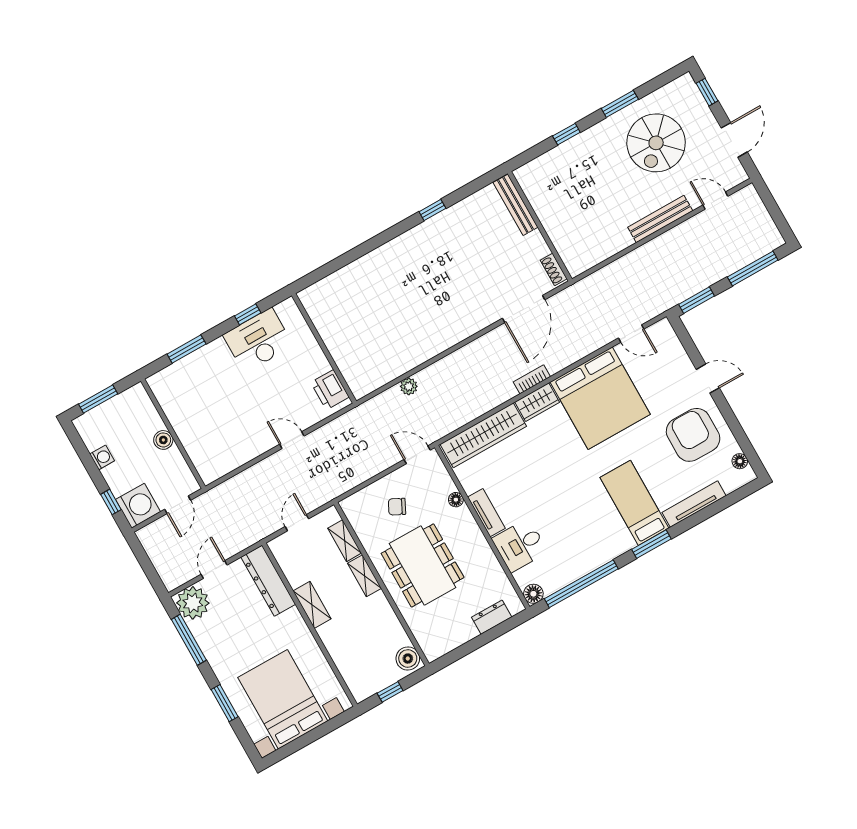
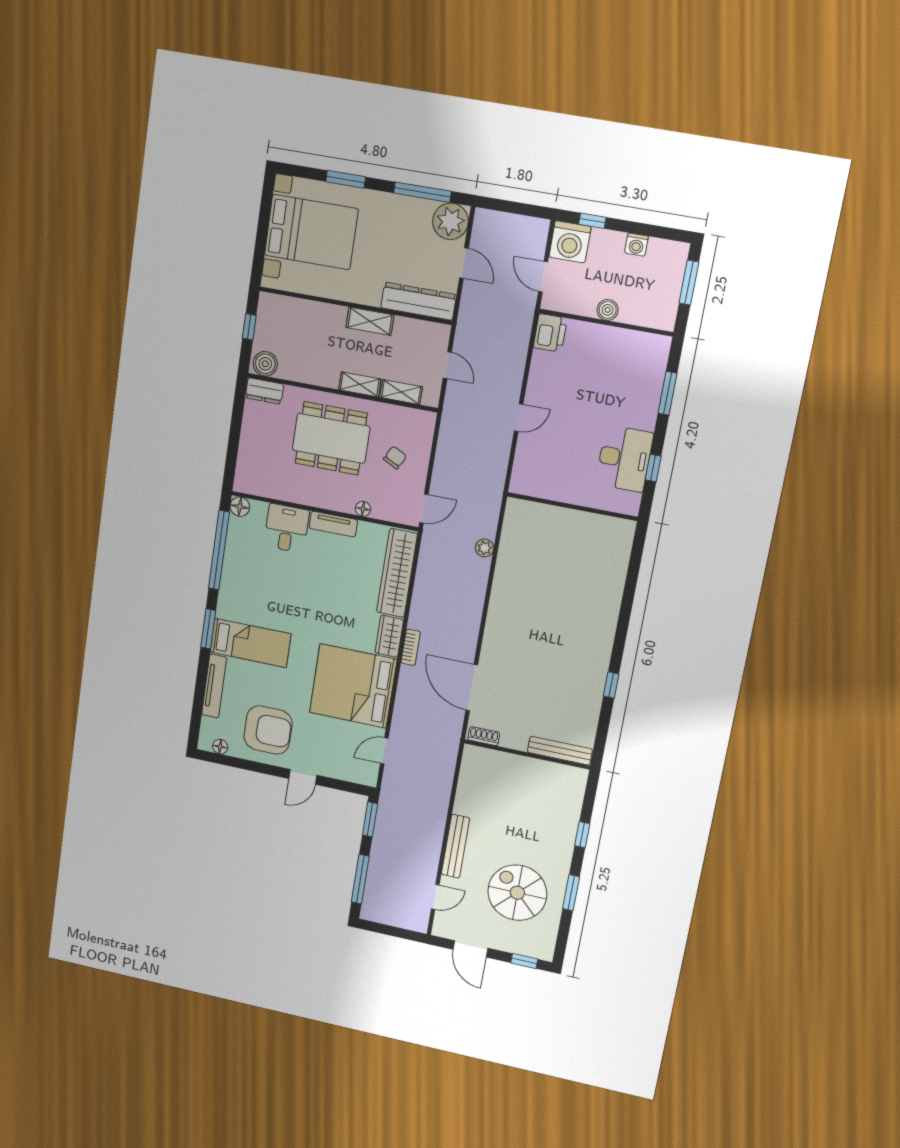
printer: (330, 390) -> (550, 333), moved, turned 90
dresser: (492, 617) -> (265, 391), moved, turned 90

